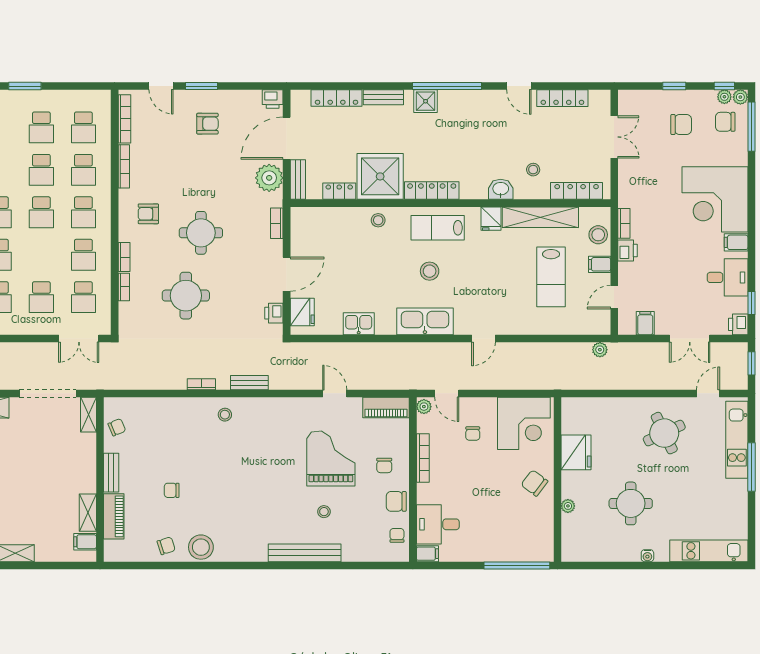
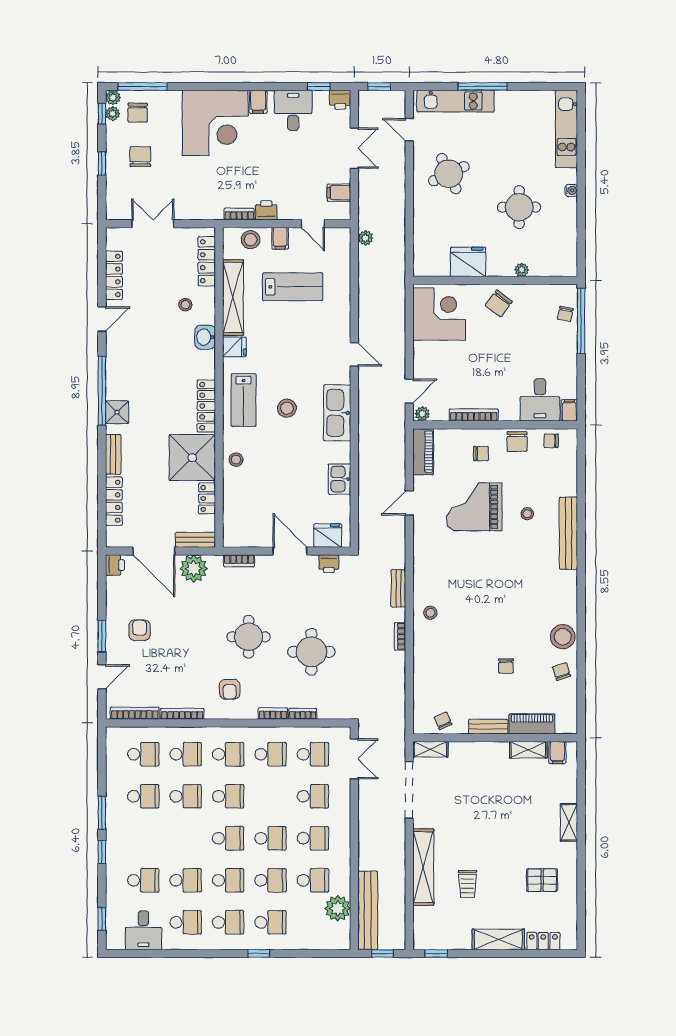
chair: (473, 434) -> (565, 314), moved, turned 101

